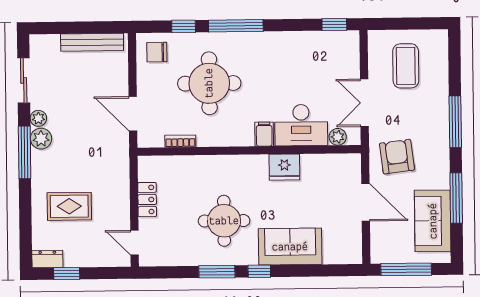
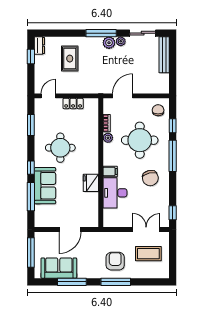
bench: (92, 42) -> (164, 55), moved
chair: (275, 64) -> (150, 178), added
double door: (364, 103) -> (146, 230), moved
plant: (338, 137) -> (108, 138), moved
armchair: (397, 157) -> (115, 261), moved, turned -83
window: (309, 271) -> (31, 197), added
window: (217, 272) -> (31, 125), moved

